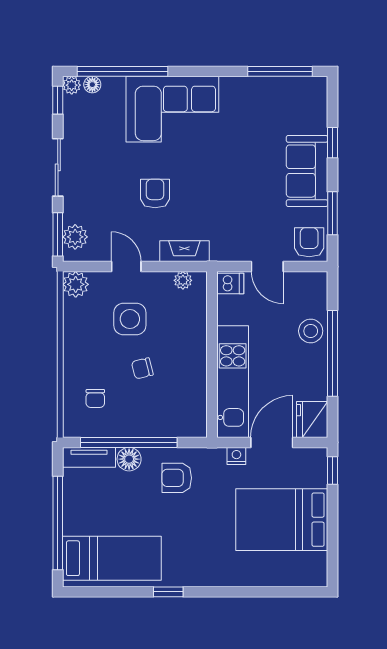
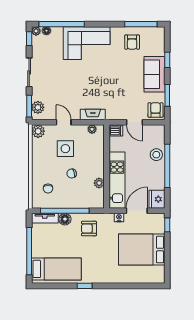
armchair: (155, 193) -> (132, 42), moved, turned 180
plant: (197, 387) -> (99, 183), added

